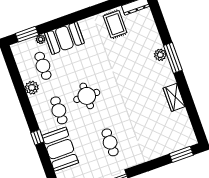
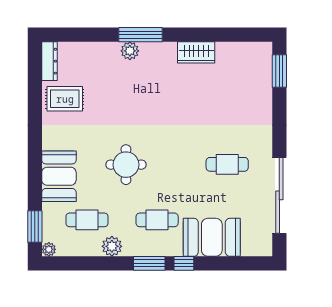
plant: (41, 39) -> (49, 249), moved
round table: (87, 96) -> (126, 165), moved
window: (29, 115) -> (149, 263), added

